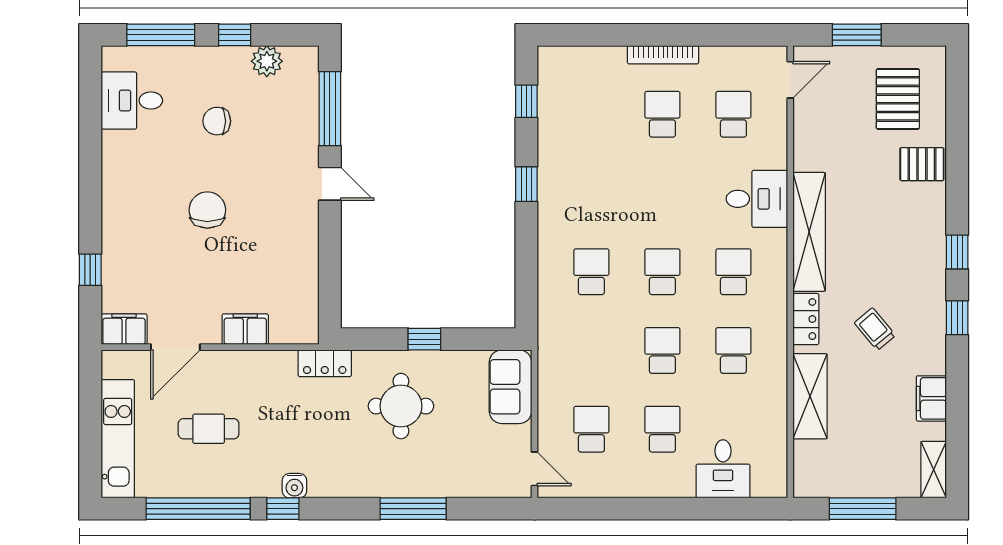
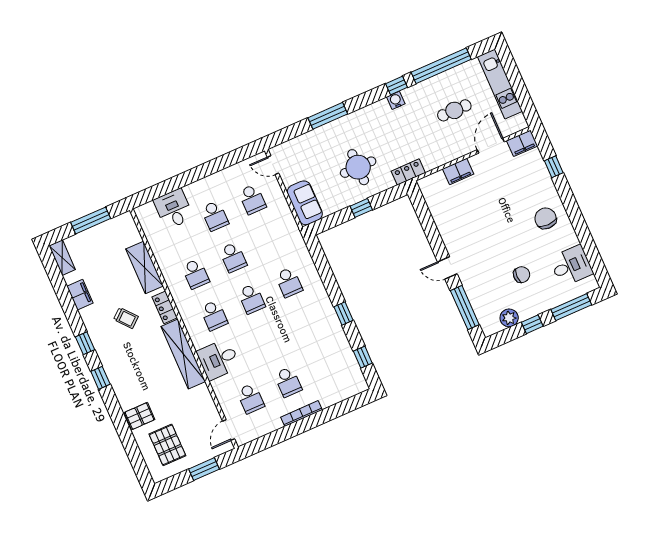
chair: (207, 210) -> (546, 218), moved, turned 180

